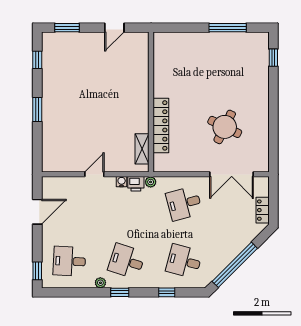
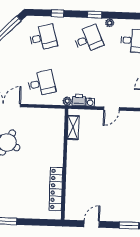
locker: (161, 125) -> (56, 189), moved
desk: (127, 261) -> (88, 39), turned -42
desk: (184, 261) -> (43, 37), turned -30

